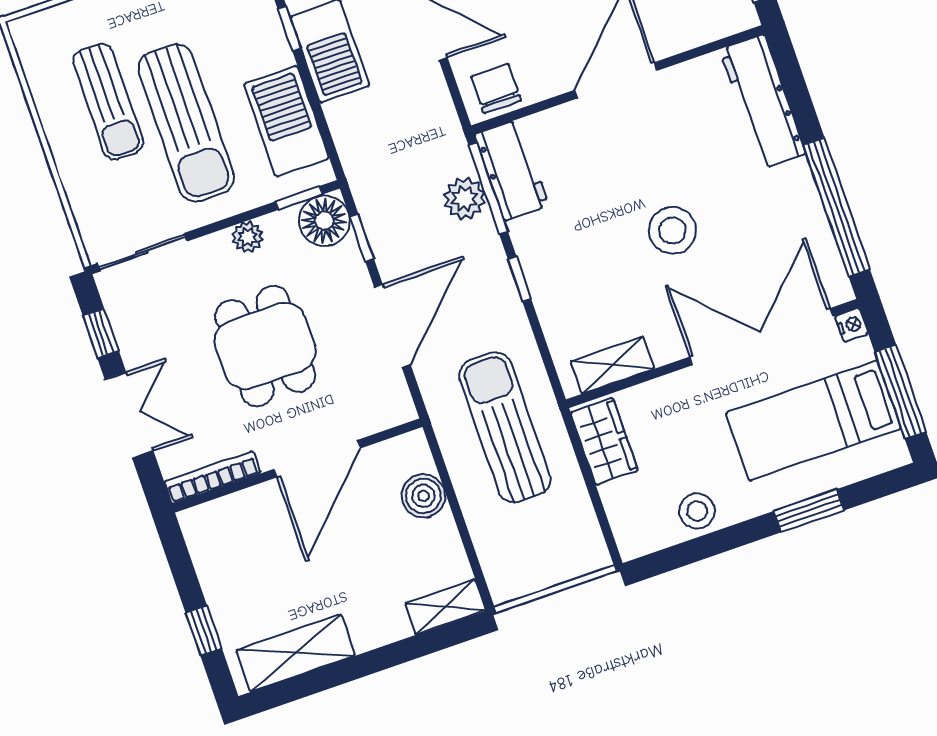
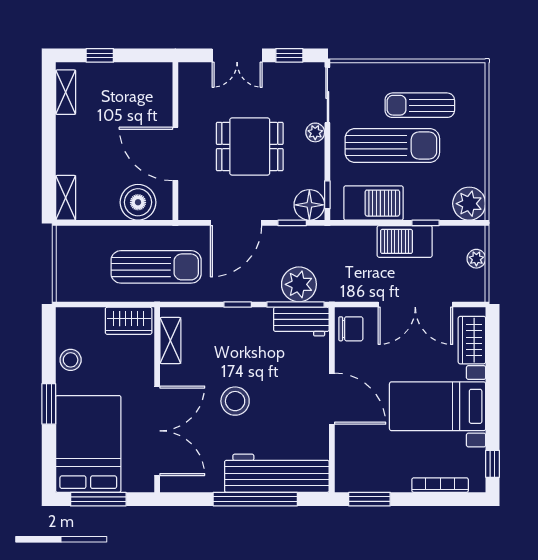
workbench: (763, 102) -> (277, 473), width x1.36, depth x1.32
sun lounger: (186, 123) -> (392, 145), turned 180
plant: (464, 199) -> (299, 284), width x1.36, depth x1.36
window: (836, 207) -> (255, 499), moved
plant: (248, 237) -> (315, 132), moved
nightstand: (851, 325) -> (146, 484), removed
door: (392, 326) -> (236, 223), hinge flipped
bed: (813, 421) -> (88, 444), width x1.50
bookcase: (212, 477) -> (185, 91), removed
boiler: (423, 496) -> (138, 202), width x1.37, depth x1.37
window: (809, 511) -> (49, 404), moved
shelving: (296, 653) -> (66, 92), width x0.67, depth x0.75

